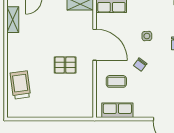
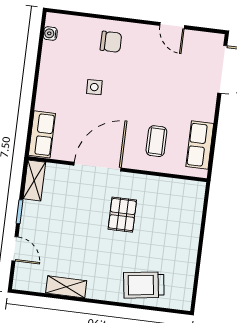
shelving: (13, 20) -> (66, 287), moved
chair: (140, 65) -> (136, 102), removed

